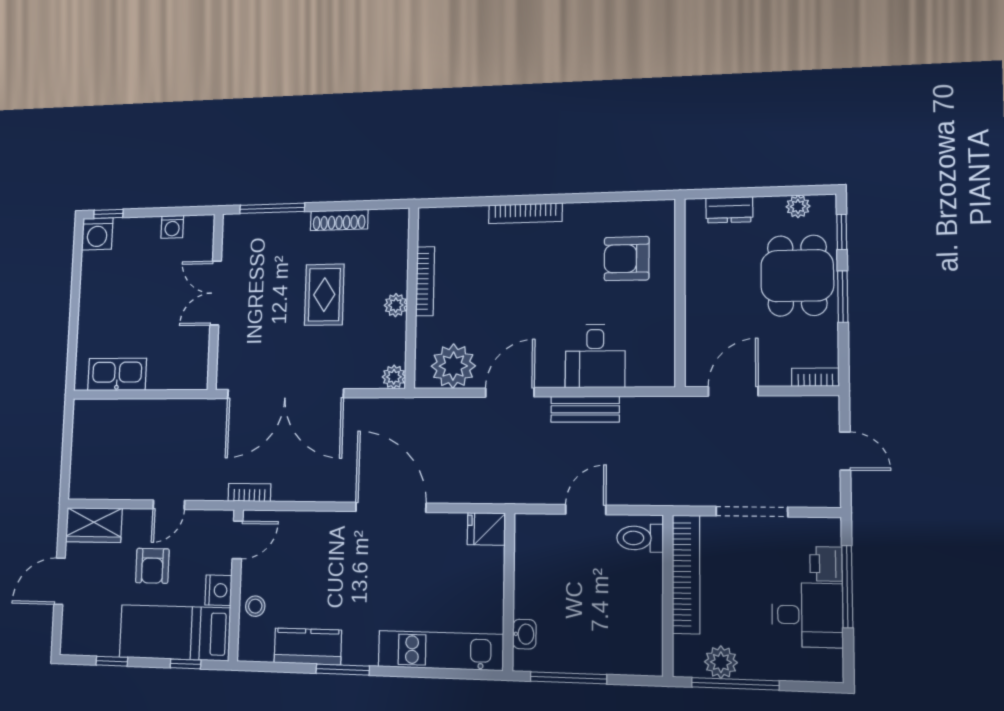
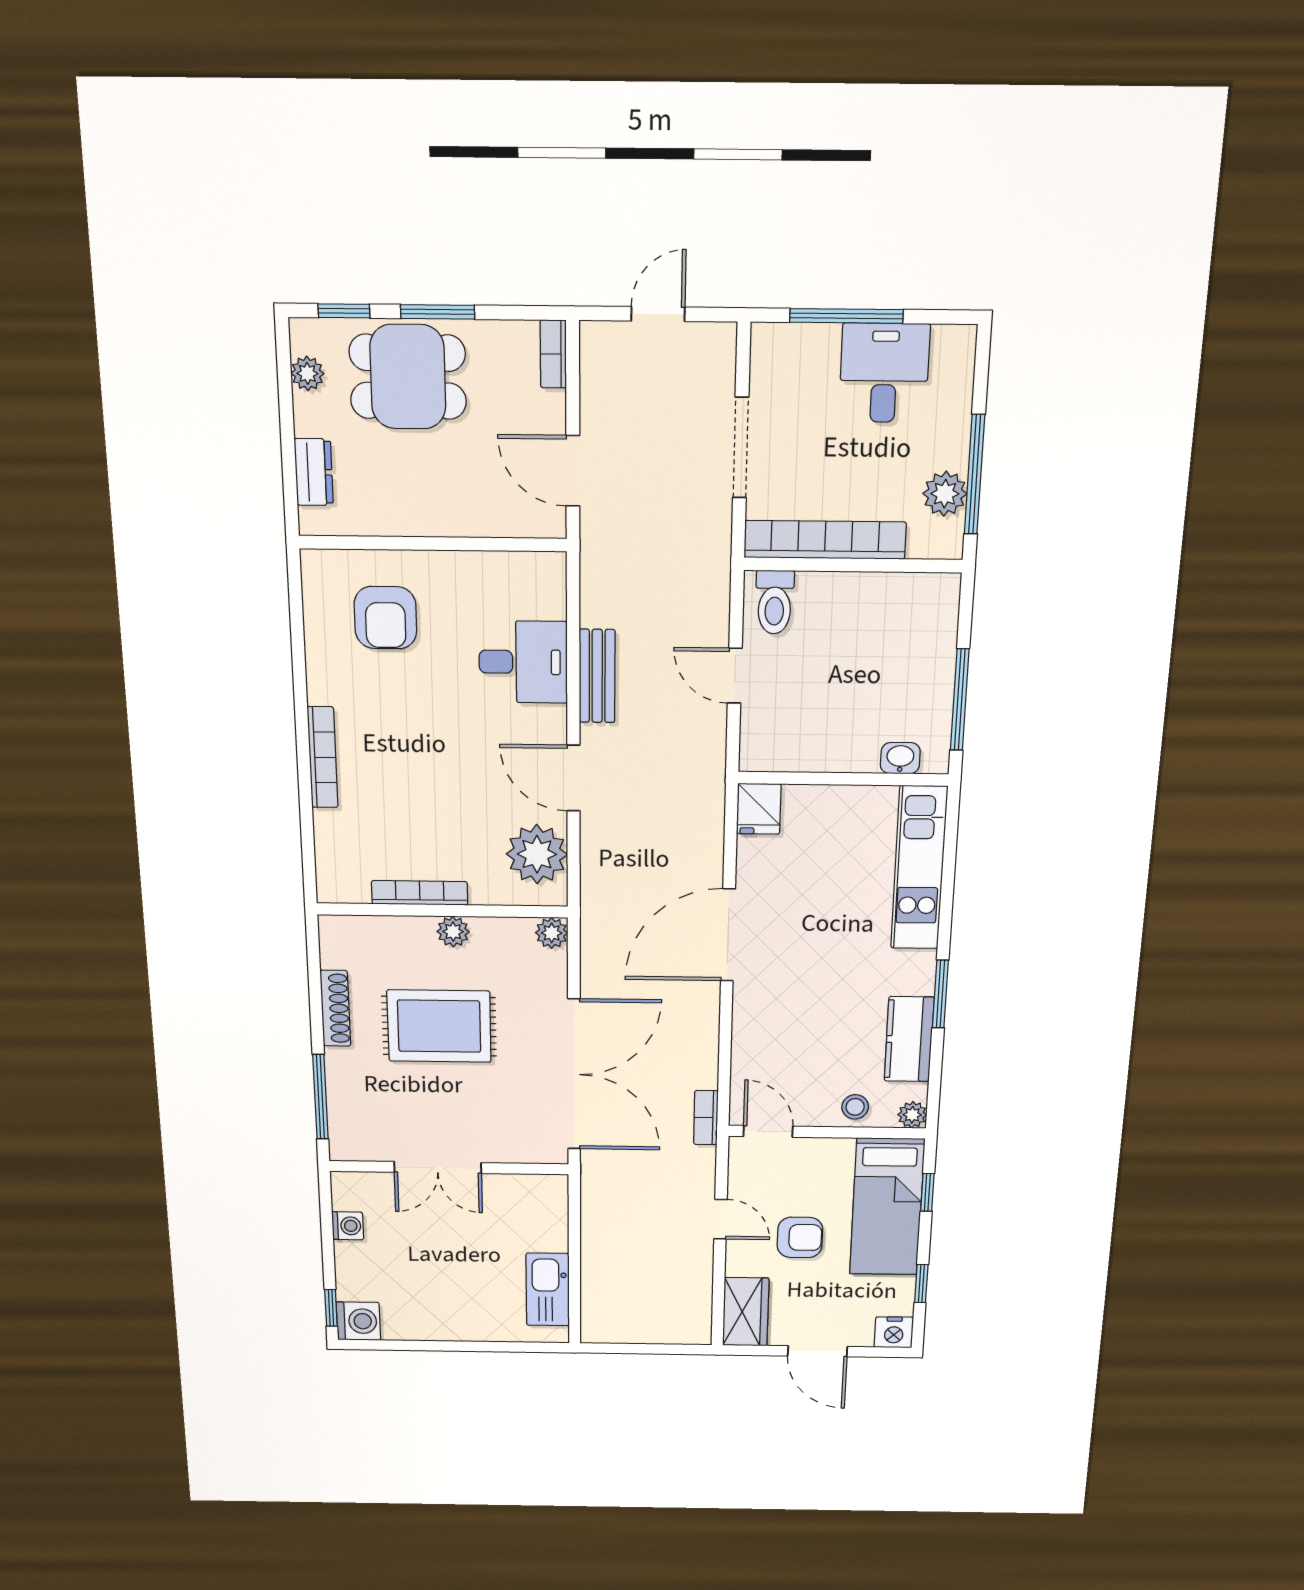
rug: (324, 295) -> (439, 1026), width x1.36, depth x1.43
printer: (826, 564) -> (815, 345), removed
nightstand: (218, 590) -> (894, 1332), moved, turned 180
plant: (248, 650) -> (912, 1115), added

